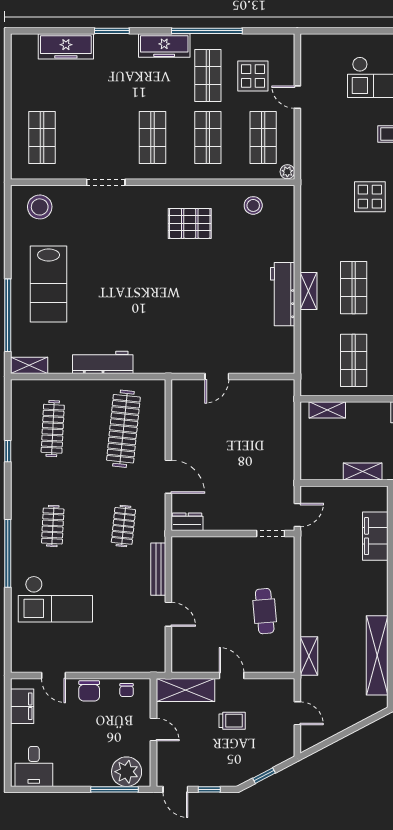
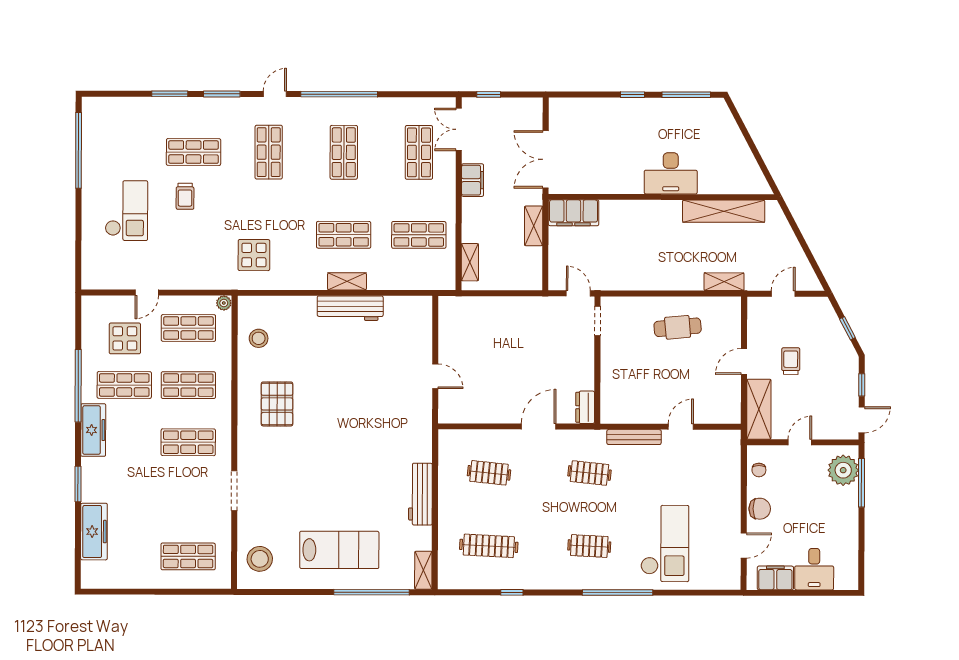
display table: (370, 197) -> (254, 255), moved
clothes rail: (123, 429) -> (489, 473), width x0.54, depth x0.76
filing cabinet: (375, 536) -> (574, 213), moved
chair: (127, 690) -> (759, 470), turned 90
desk: (34, 766) -> (814, 569), moved, turned 90

